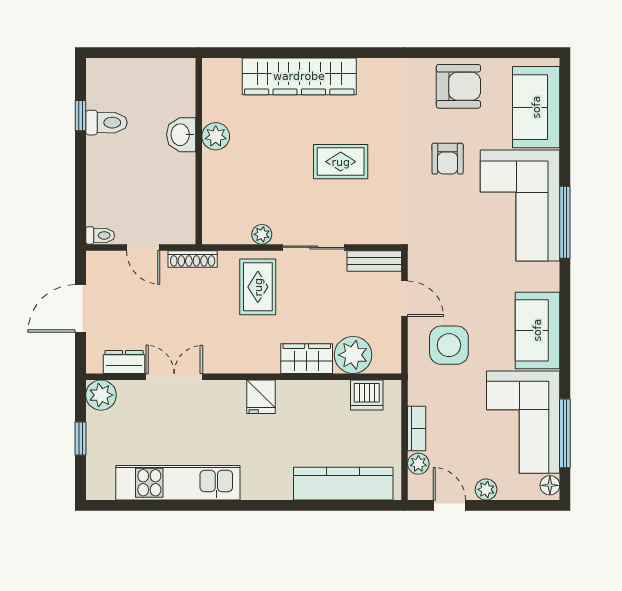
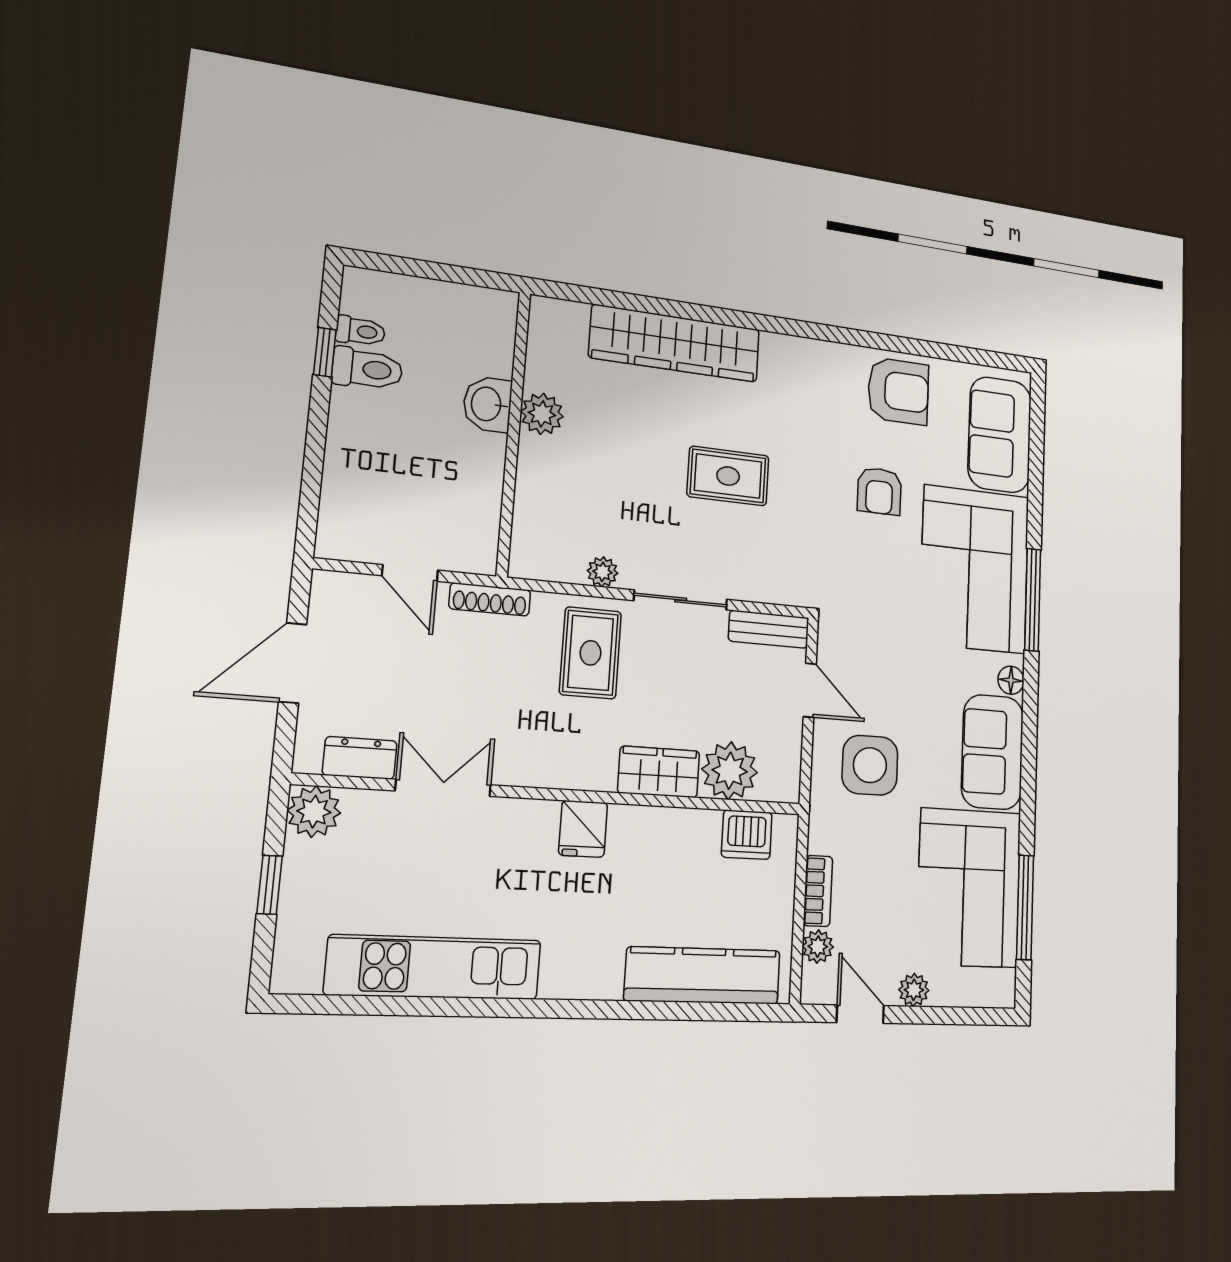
toilet: (100, 235) -> (360, 331), moved
floor lamp: (550, 485) -> (1011, 680), moved

